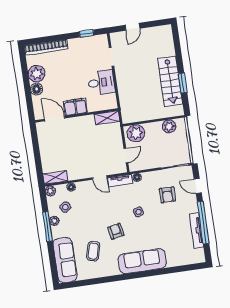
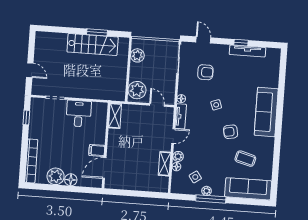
filing cabinet: (75, 107) -> (97, 150), width x0.50
shelving: (55, 177) -> (165, 164), moved
door: (198, 186) -> (203, 40), swing flipped
plant: (50, 191) -> (178, 156), moved
window: (203, 223) -> (241, 43), width x0.32

